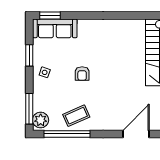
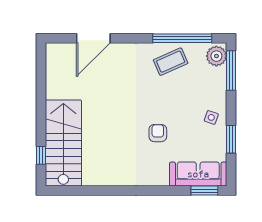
armchair: (82, 74) -> (158, 133), moved

